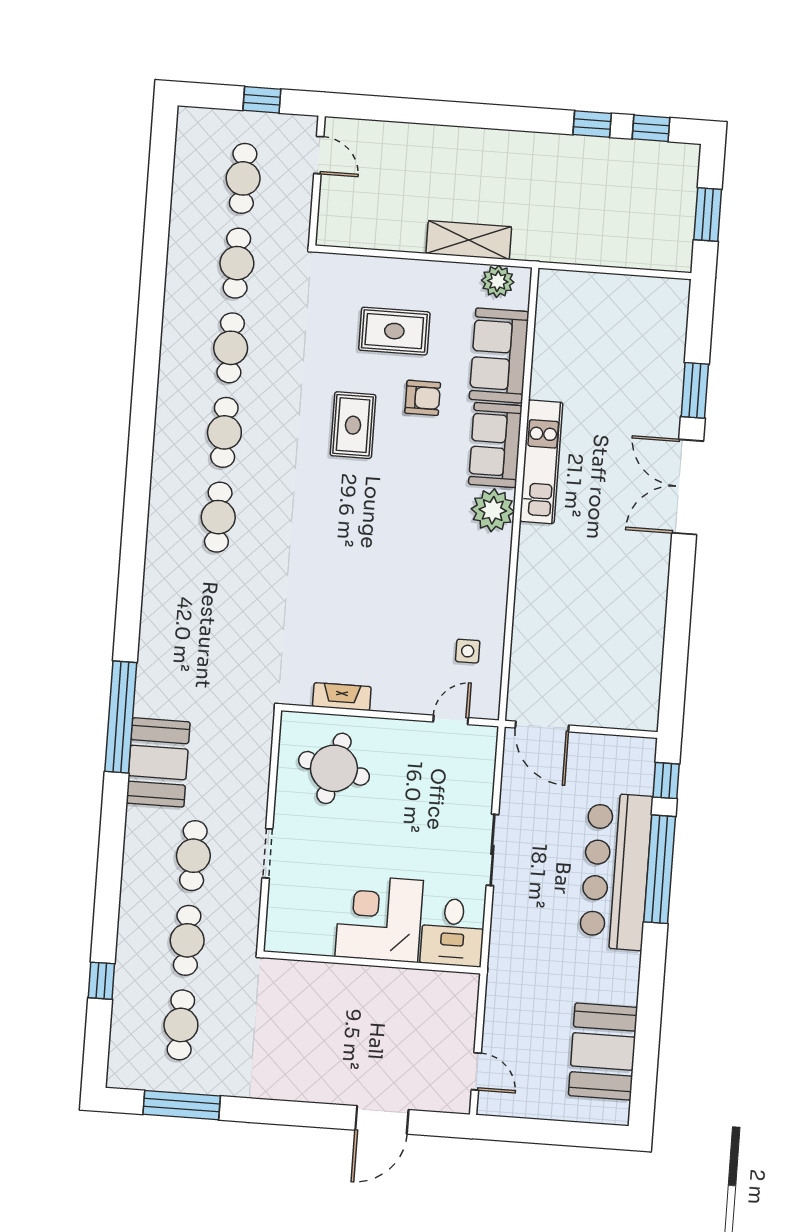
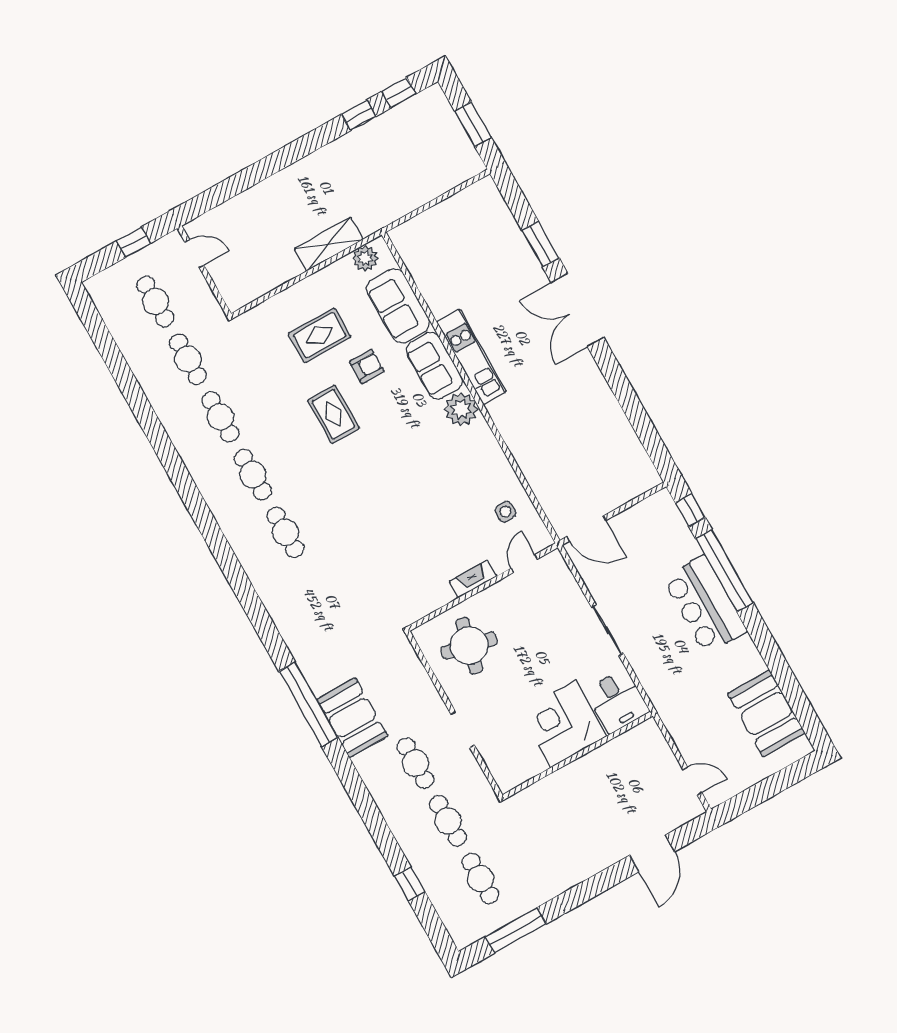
fireplace: (342, 697) -> (473, 579), moved
bar counter: (616, 871) -> (705, 605), width x0.73

